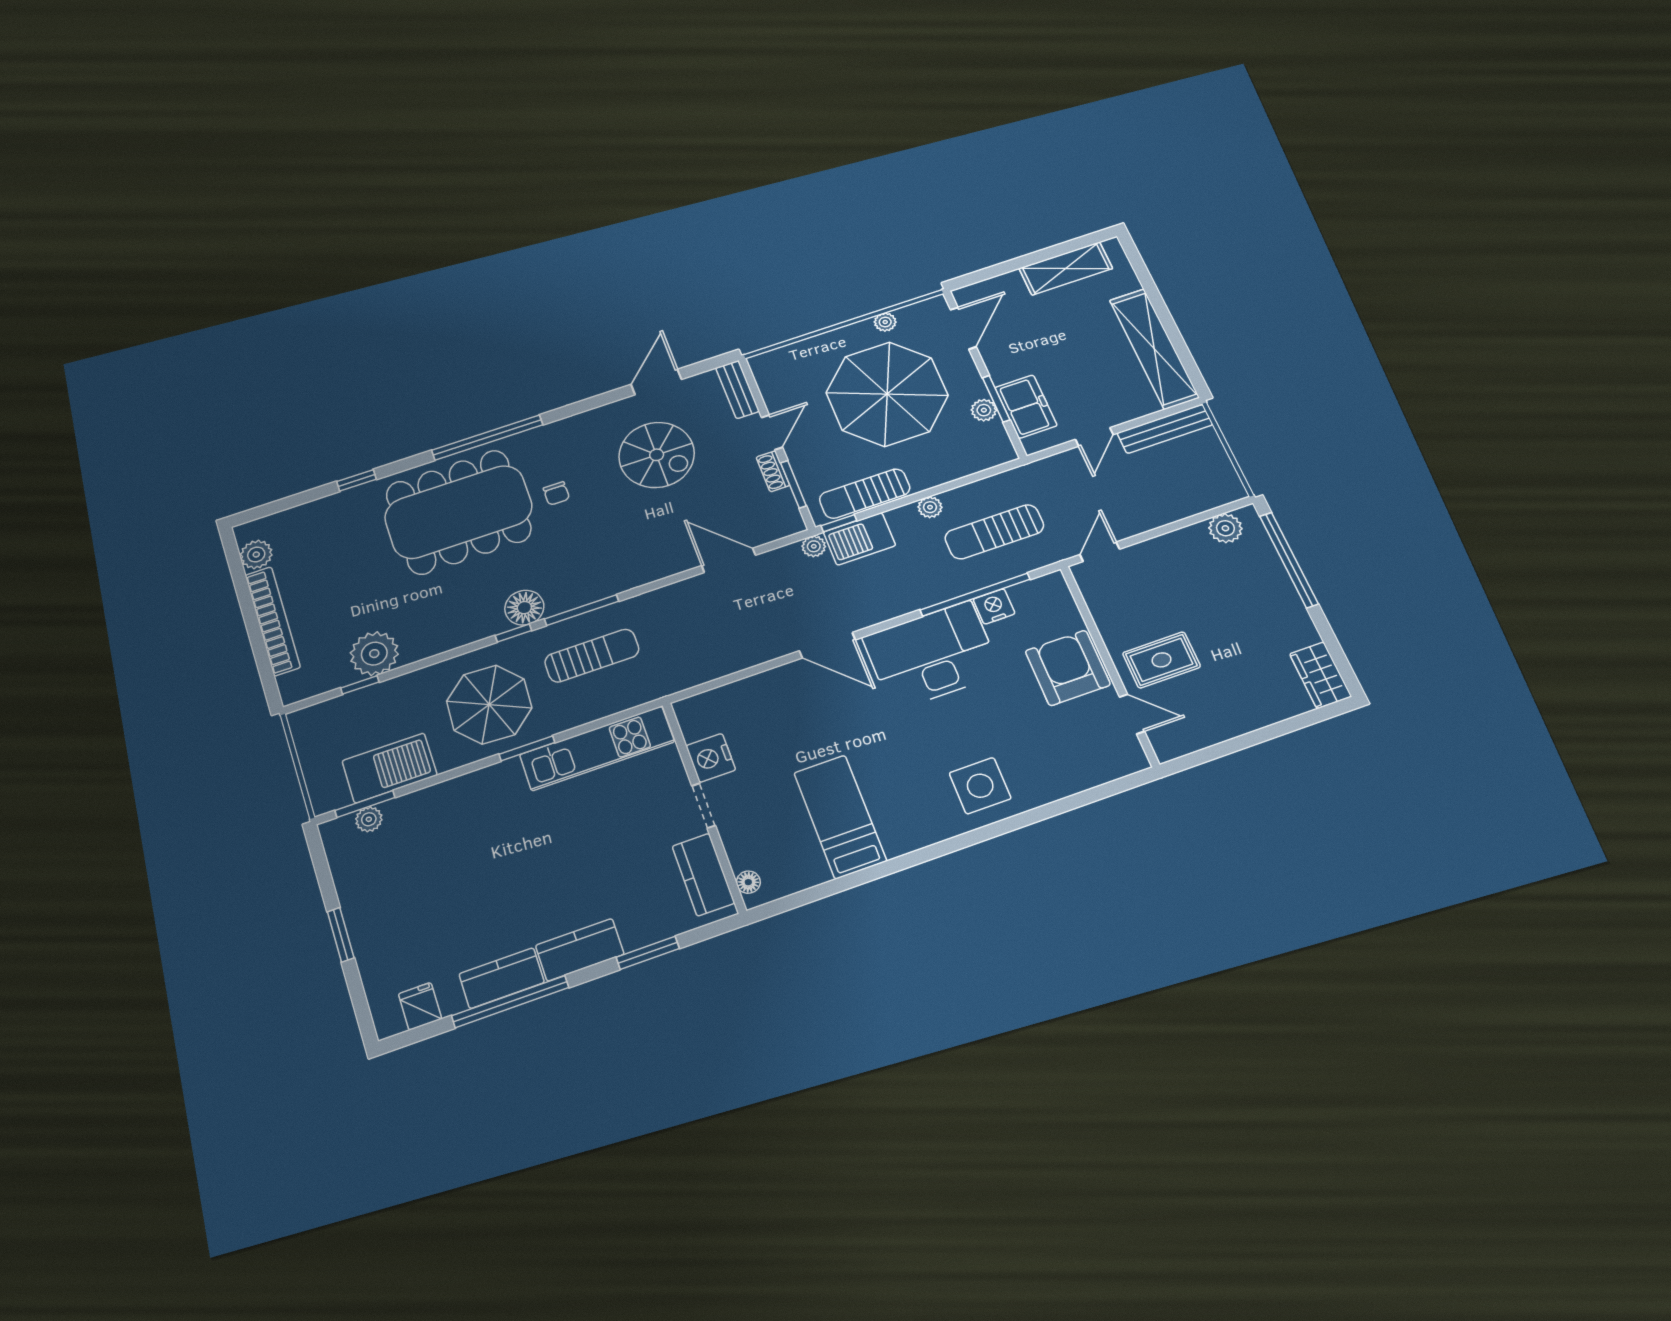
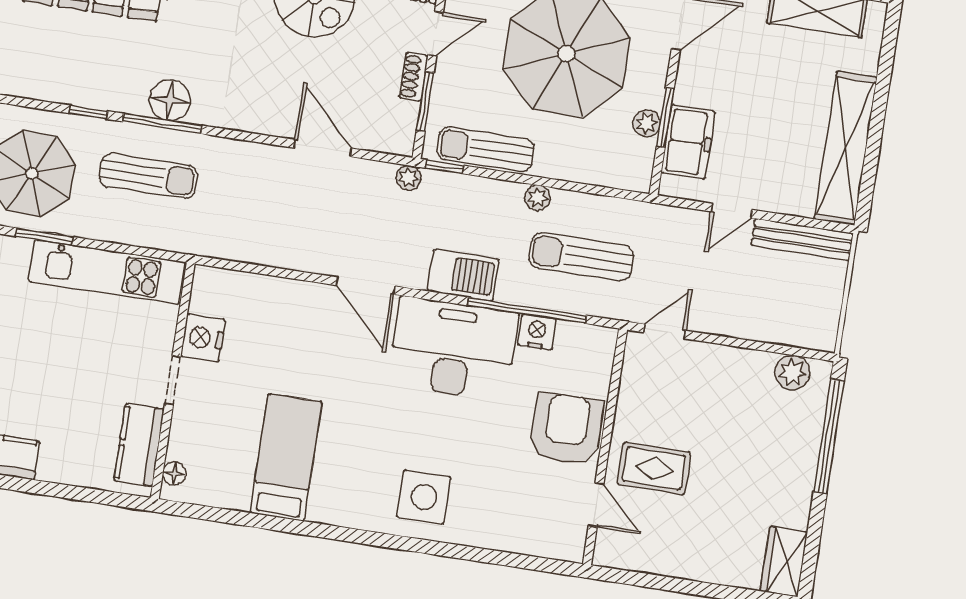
barbecue: (859, 539) -> (463, 275), moved, turned 180
floor lamp: (524, 608) -> (170, 100), moved
window: (648, 953) -> (55, 490), removed

